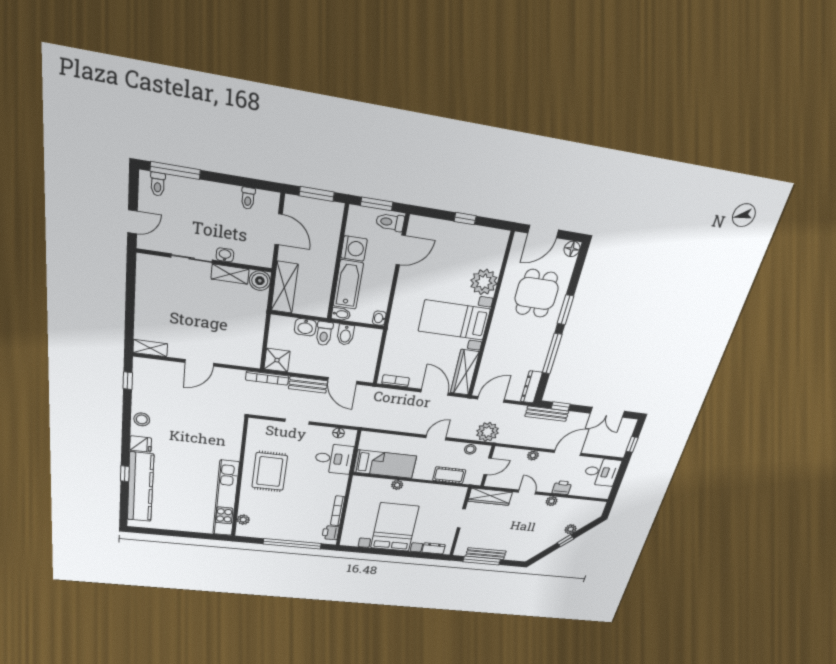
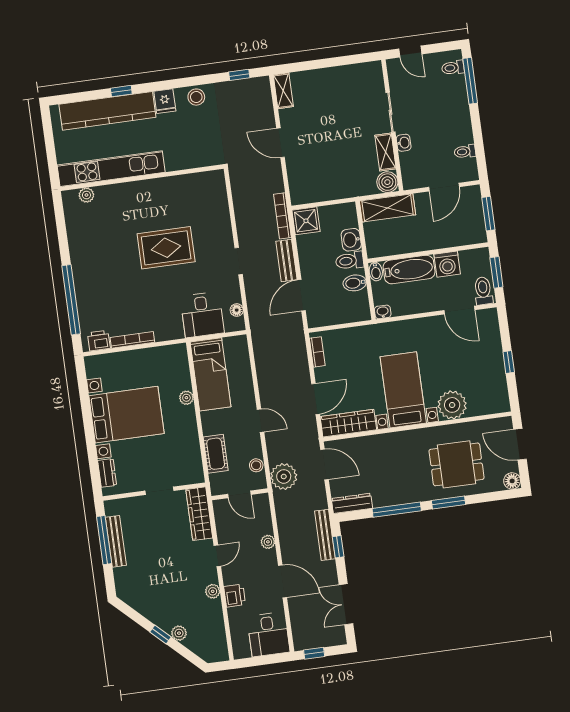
wall: (240, 479) -> (142, 178), moved
kitchen unit: (226, 499) -> (111, 169), moved
plant: (243, 520) -> (86, 195), moved

